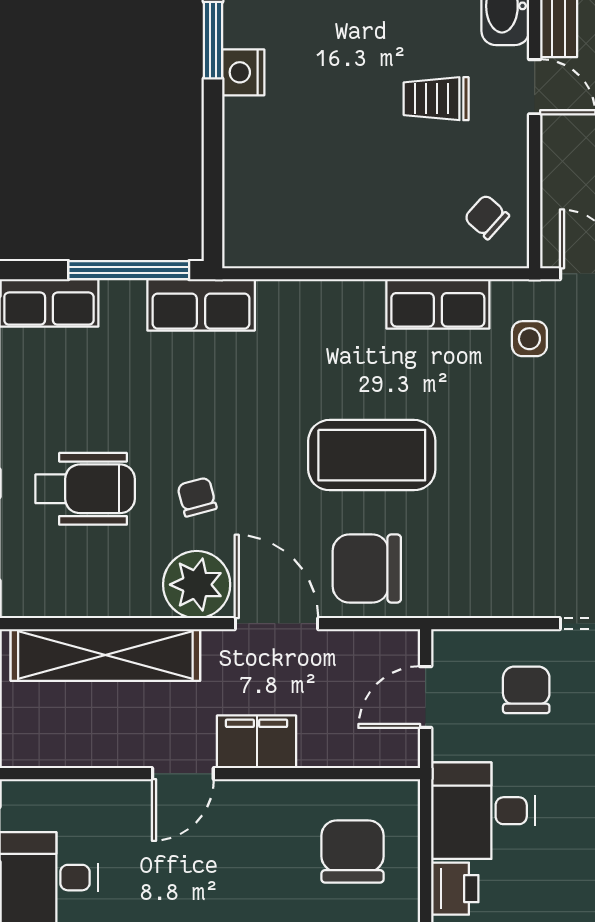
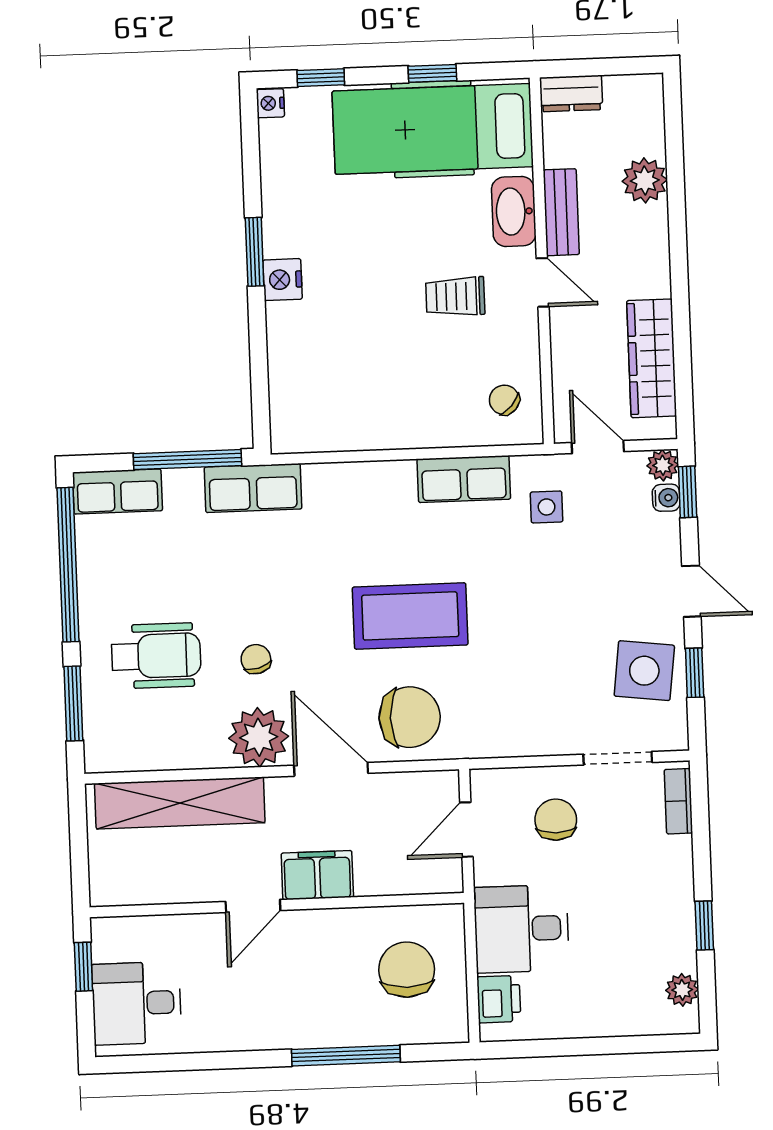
chair: (367, 569) -> (410, 717), turned 180

